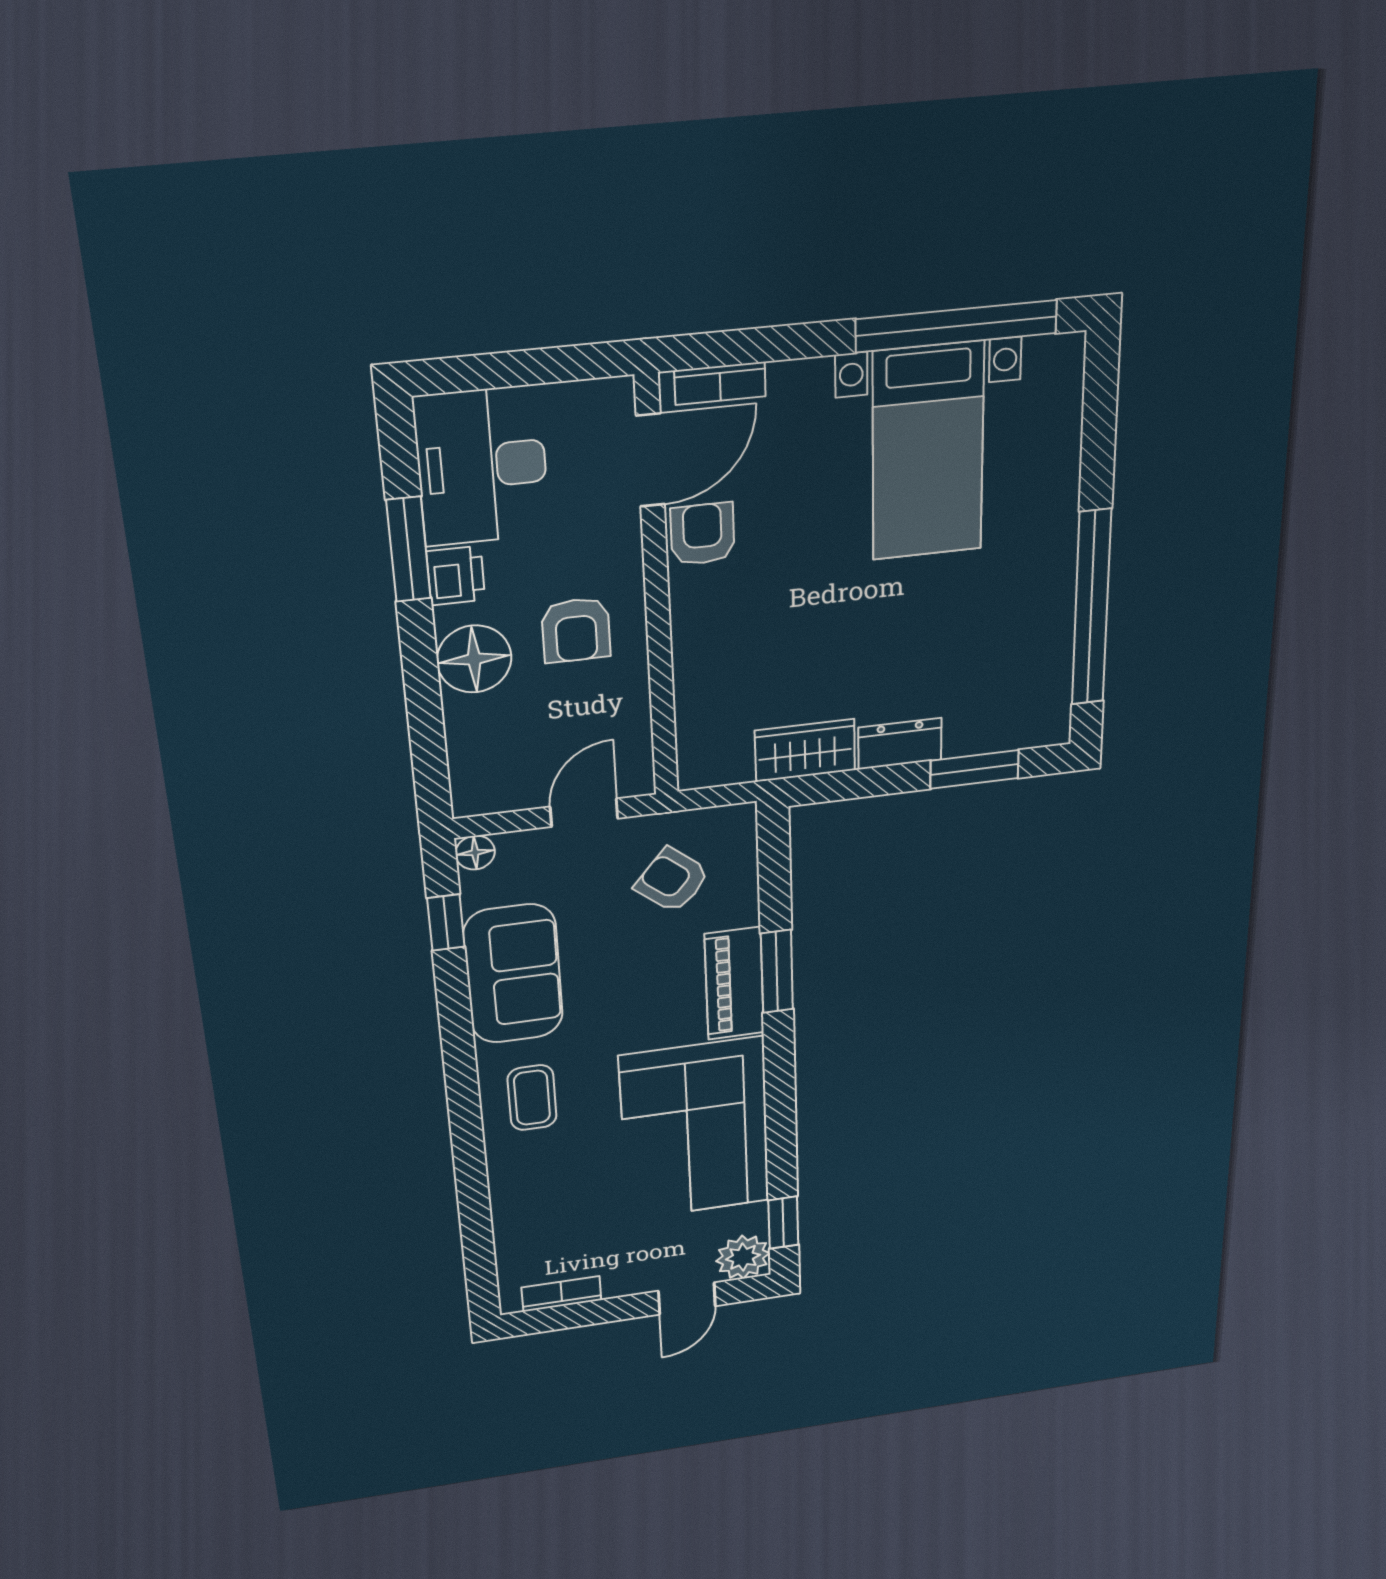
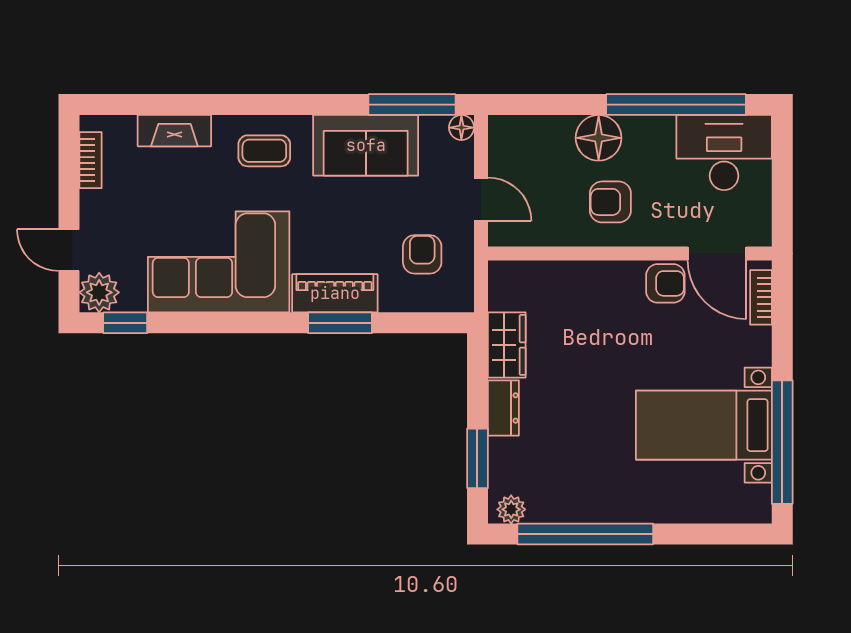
window: (409, 549) -> (676, 105), width x2.11
printer: (456, 576) -> (656, 131), removed
plant: (1051, 715) -> (511, 509), added
armchair: (672, 880) -> (422, 254), turned -40
window: (446, 922) -> (412, 105), width x2.17
fireplace: (512, 1207) -> (174, 131), added

